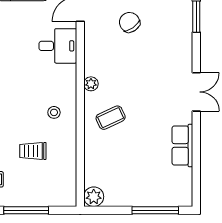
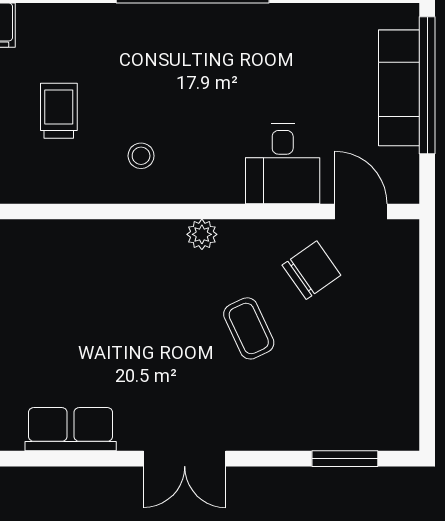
chair: (130, 22) -> (311, 270), moved
coffee table: (111, 118) -> (249, 328), moved

